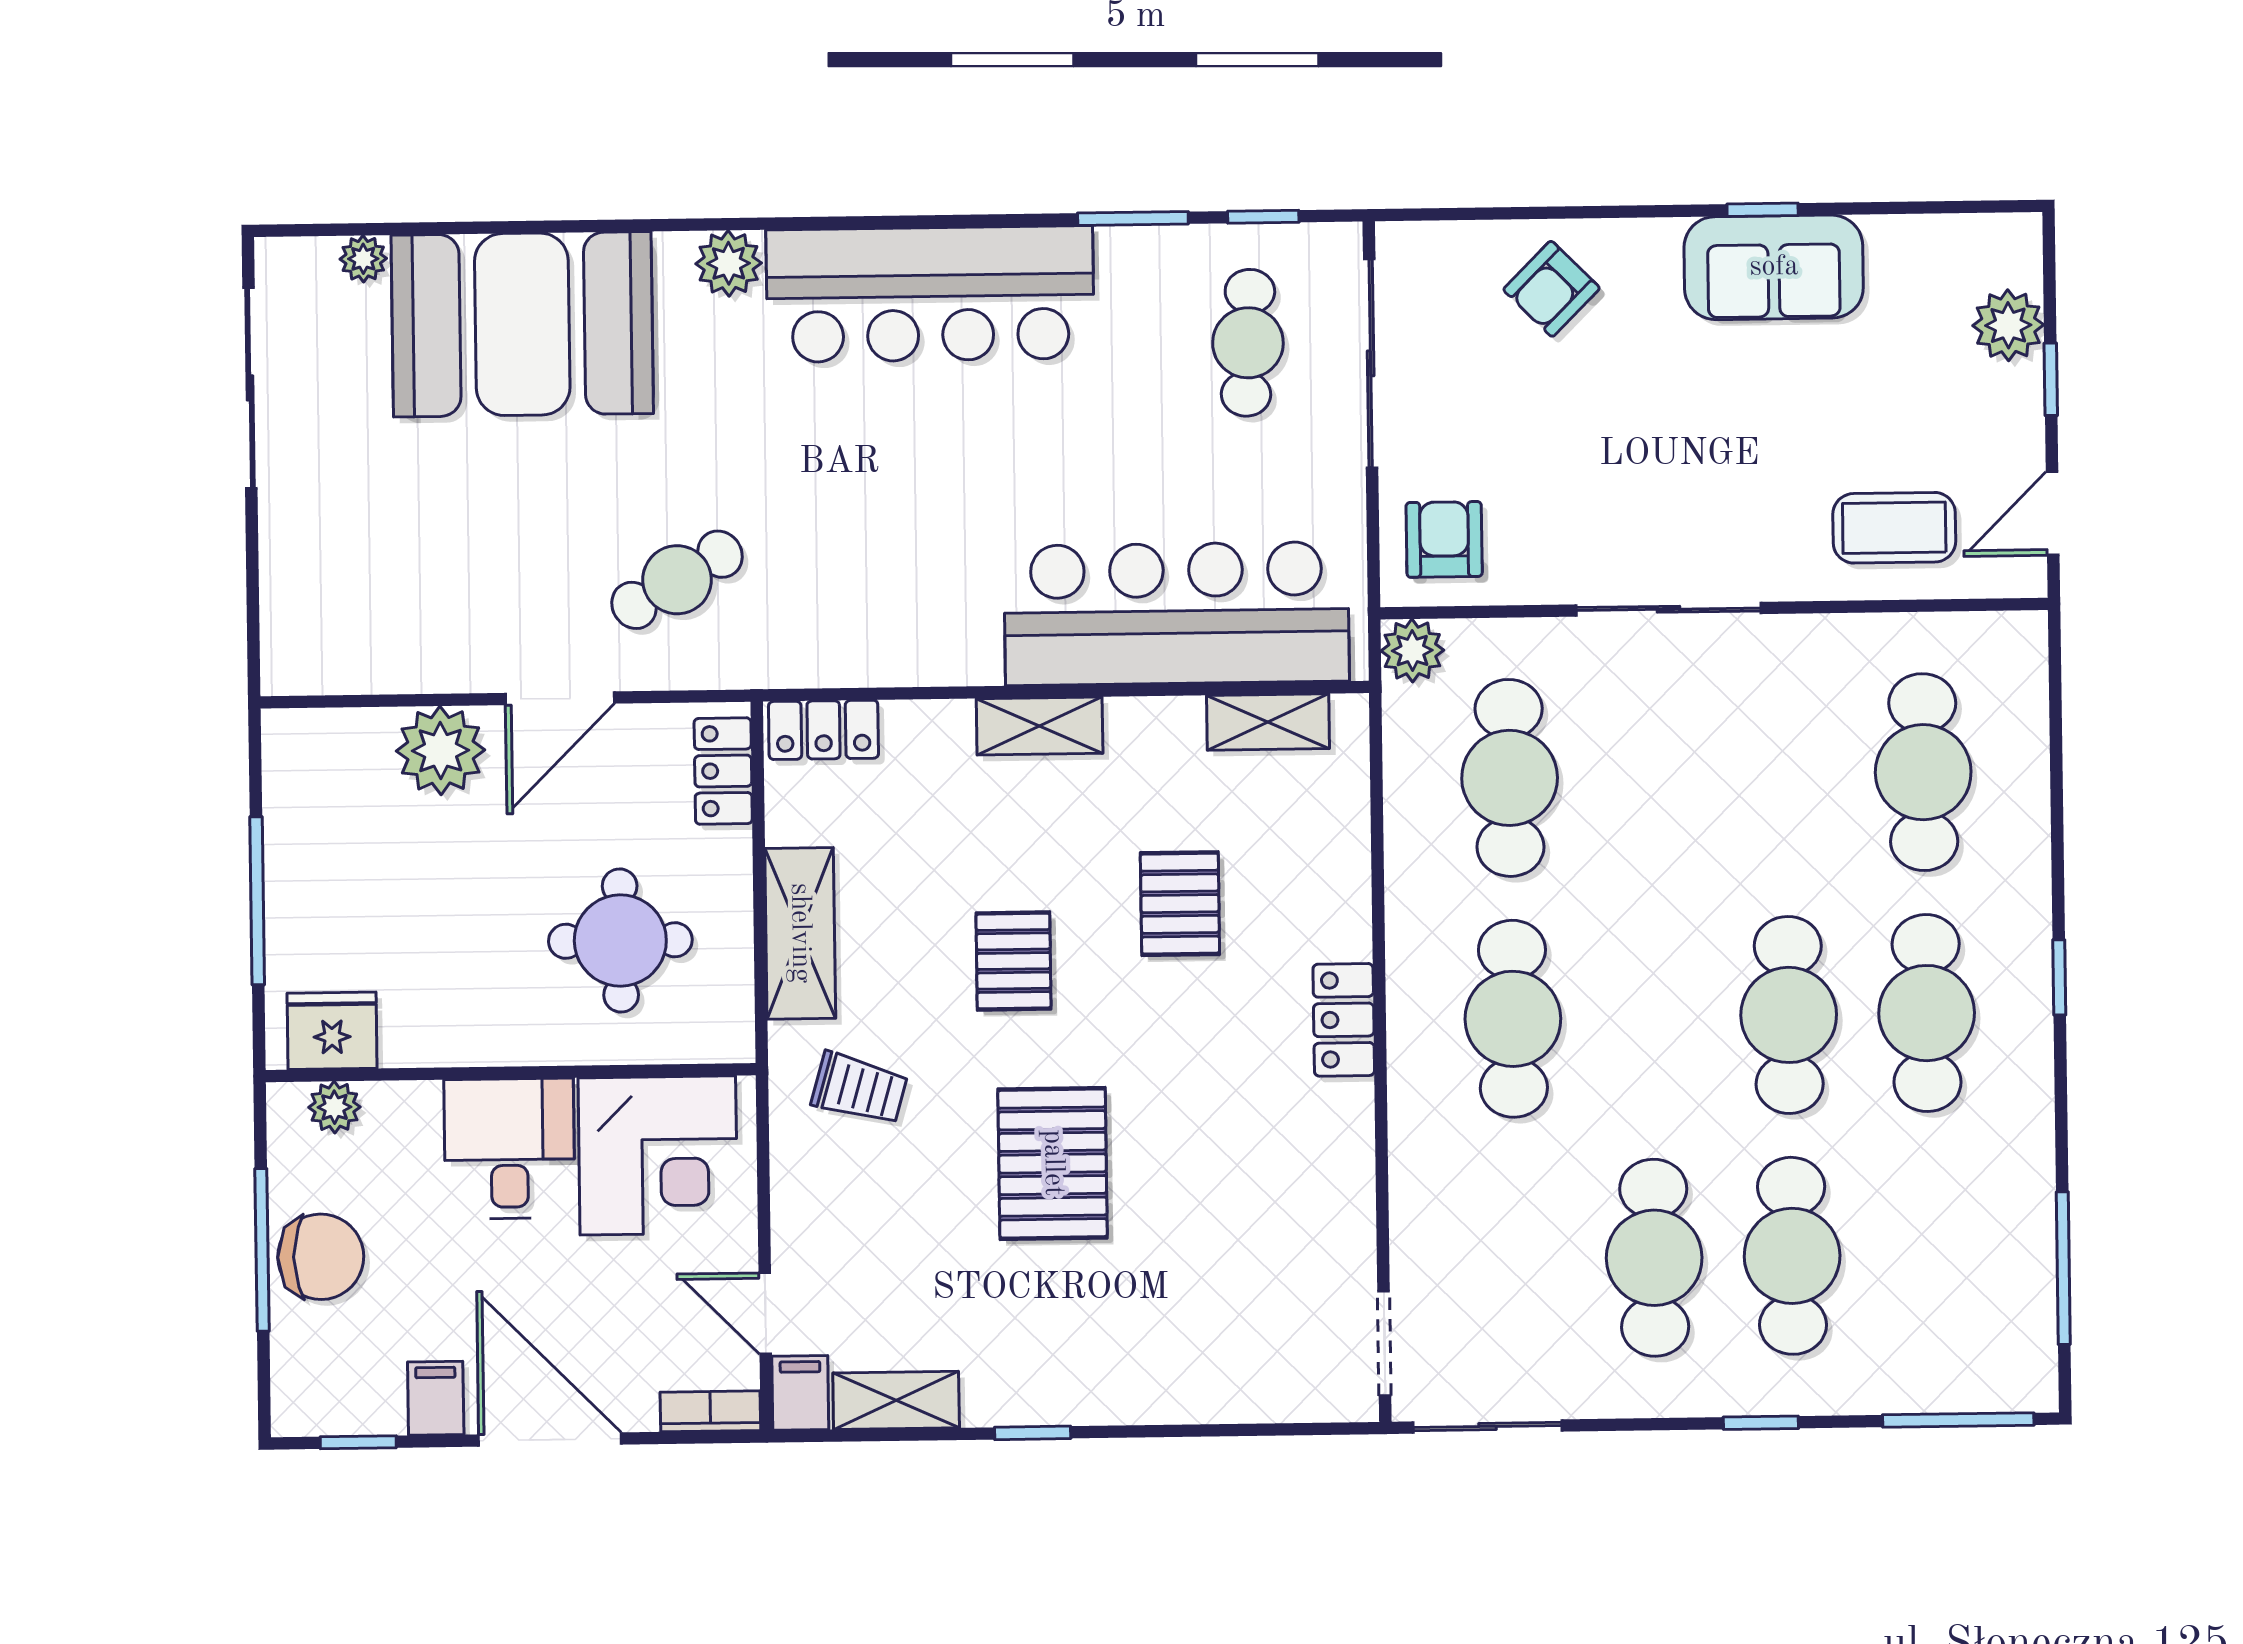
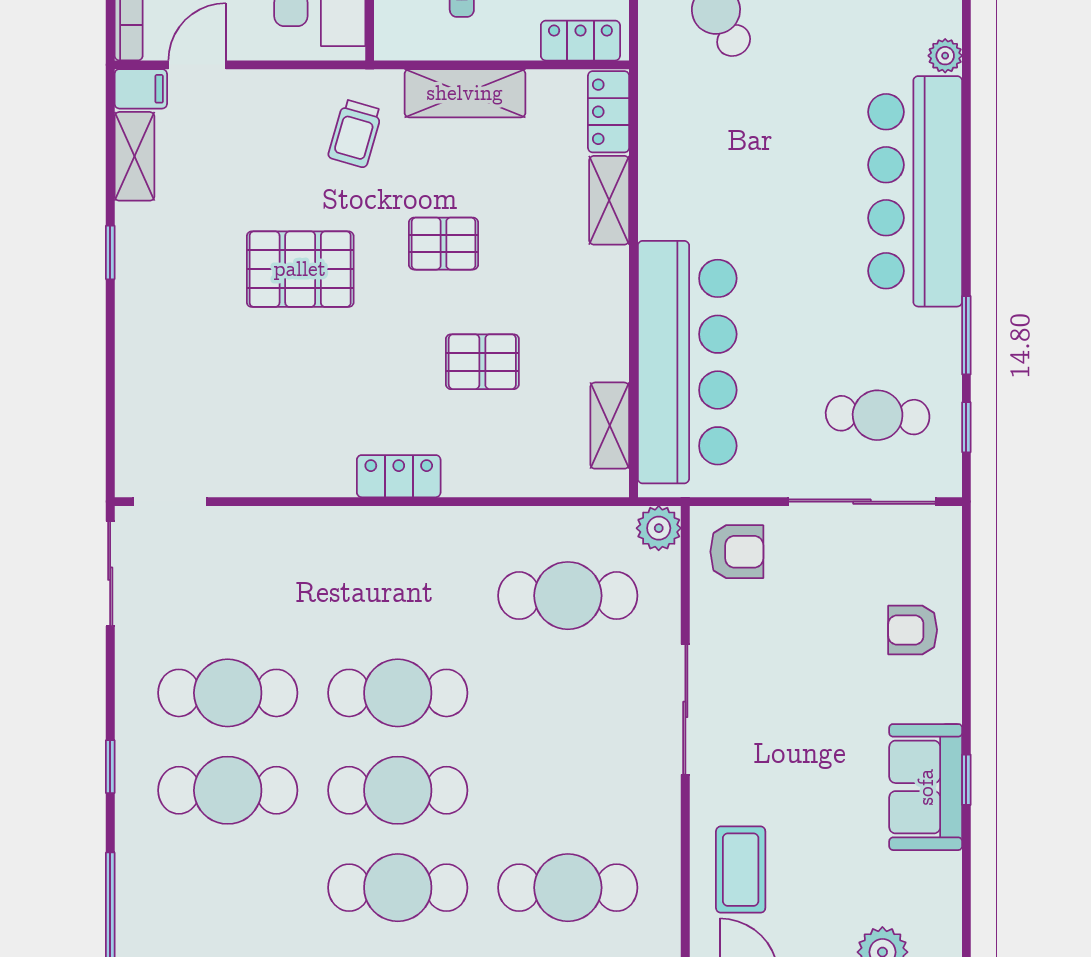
plant: (729, 263) -> (945, 56), width x0.73, depth x0.73
armchair: (1552, 289) -> (913, 630), turned -45
shelving: (1040, 726) -> (609, 200), moved
cafe table: (1513, 1019) -> (398, 693), moved

